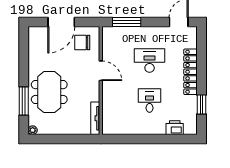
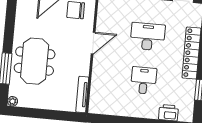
door: (101, 71) -> (93, 43), hinge flipped

